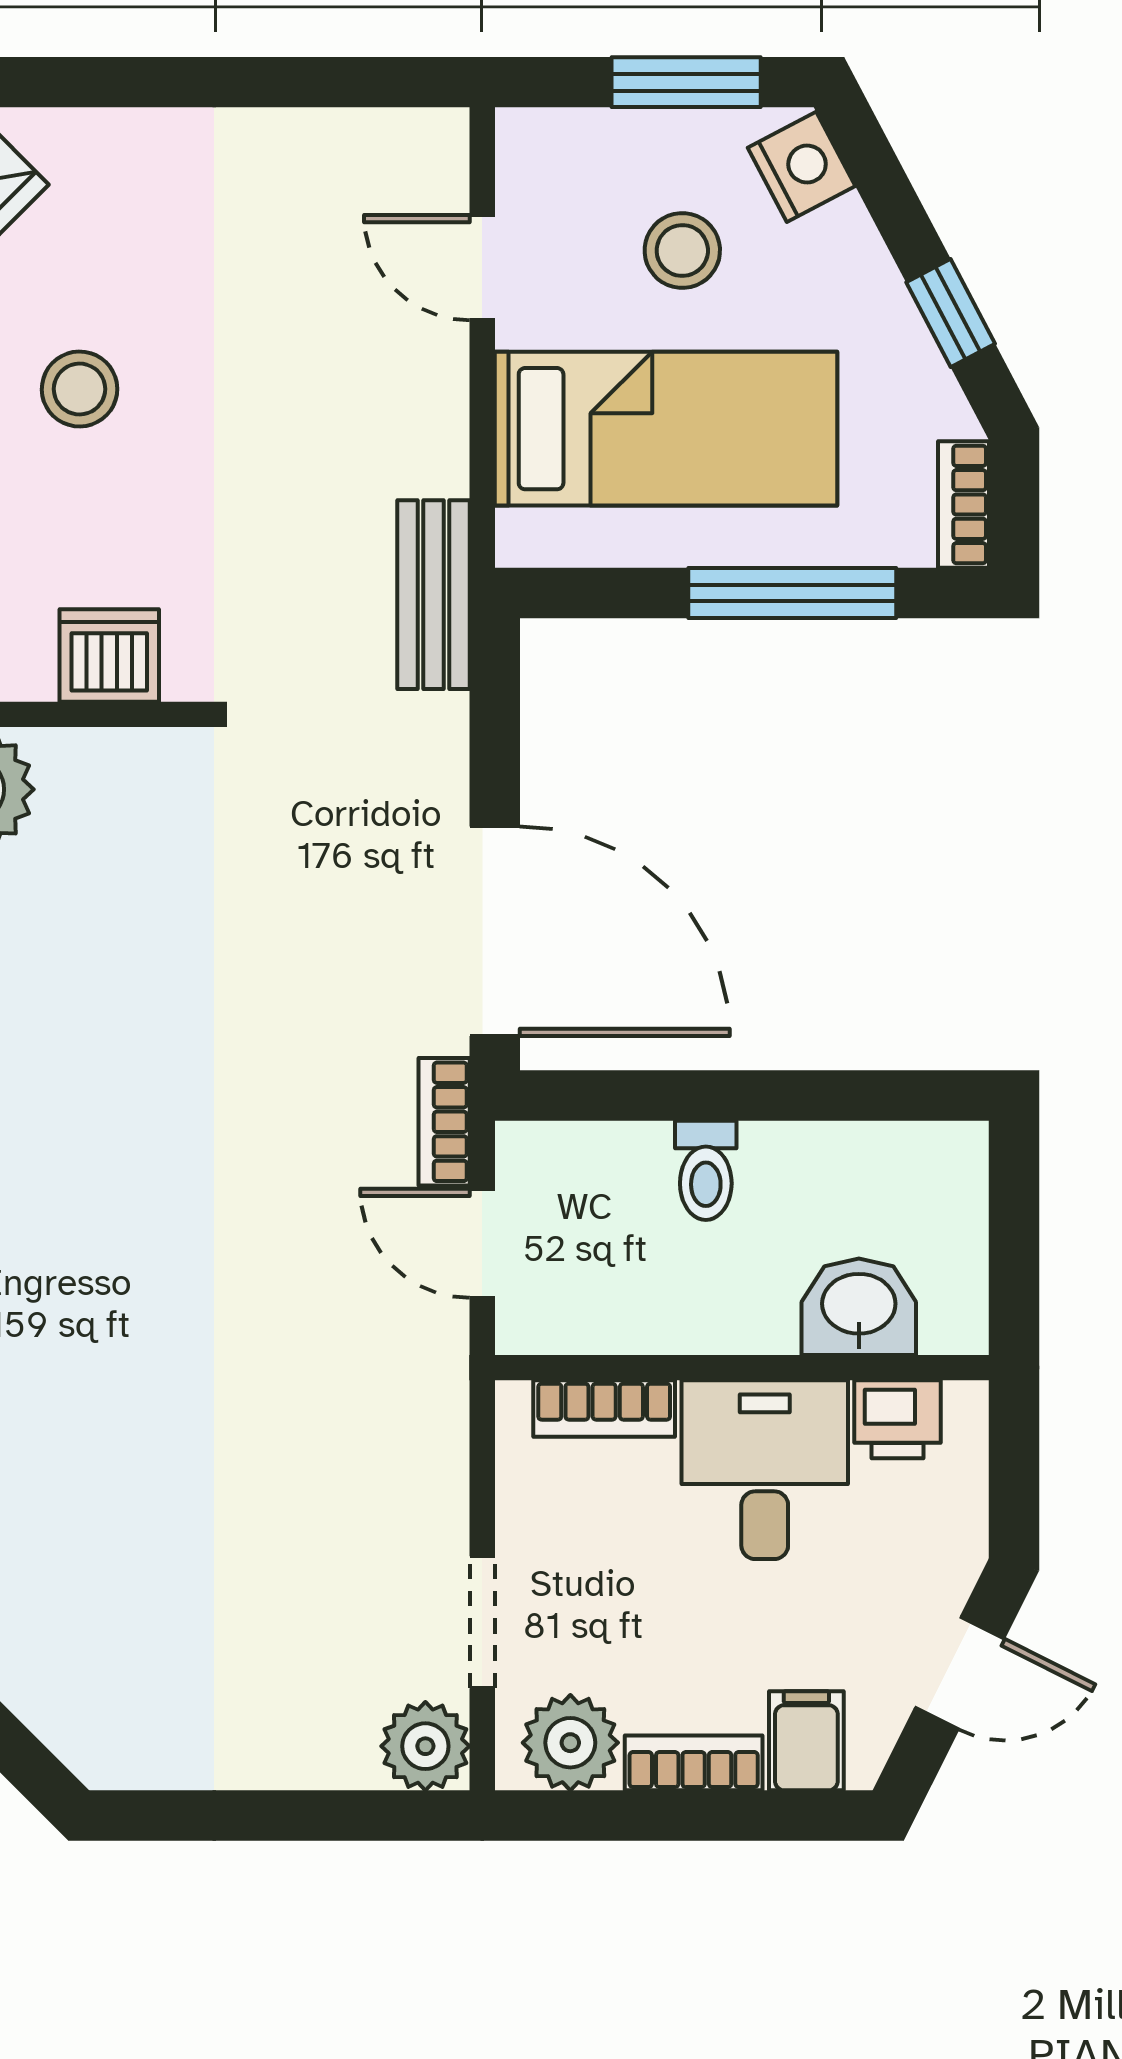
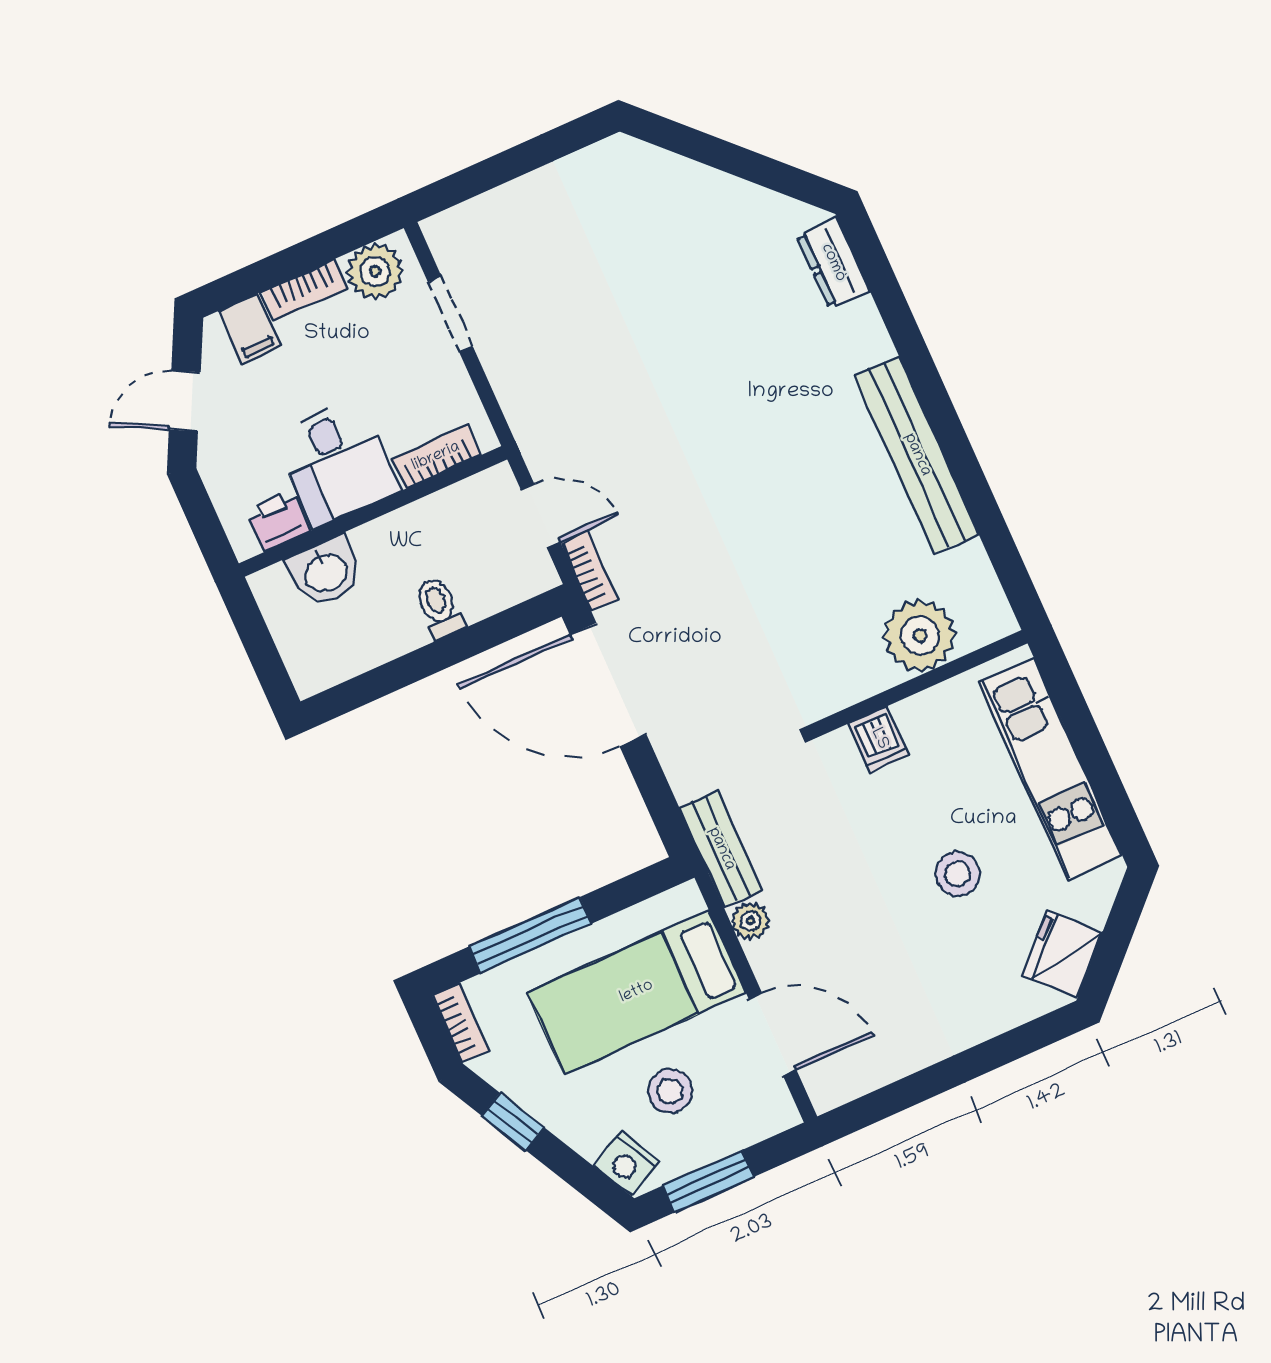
door: (482, 268) -> (772, 1034), width x1.38
dishwasher: (109, 655) -> (879, 739), width x0.73
plant: (425, 1746) -> (750, 921), moved, width x0.73, depth x0.73

